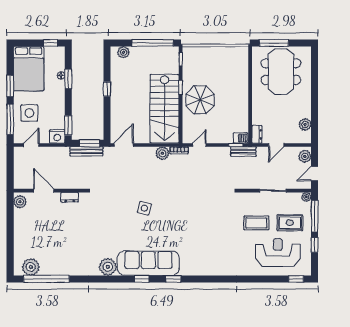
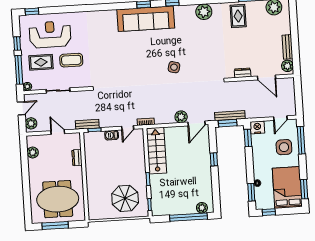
window: (153, 43) -> (188, 217), moved
window: (274, 43) -> (55, 225), moved
meeting table: (281, 72) -> (58, 199), turned 90
window: (68, 79) -> (251, 192), moved
window: (10, 86) -> (304, 189), moved
window: (107, 89) -> (214, 159), moved
parasol: (200, 100) -> (125, 198), moved
stairs: (165, 109) -> (156, 151), width x0.73, depth x0.66
dresser: (257, 134) -> (77, 158), moved
barbecue: (241, 138) -> (112, 135), moved
door: (276, 145) -> (58, 132), hinge flipped
plant: (162, 153) -> (181, 117), moved
bench: (19, 223) -> (287, 47), added
reception desk: (278, 253) -> (50, 34), turned 180
rug: (71, 260) -> (238, 16), added
sofa: (148, 263) -> (146, 19), moved

